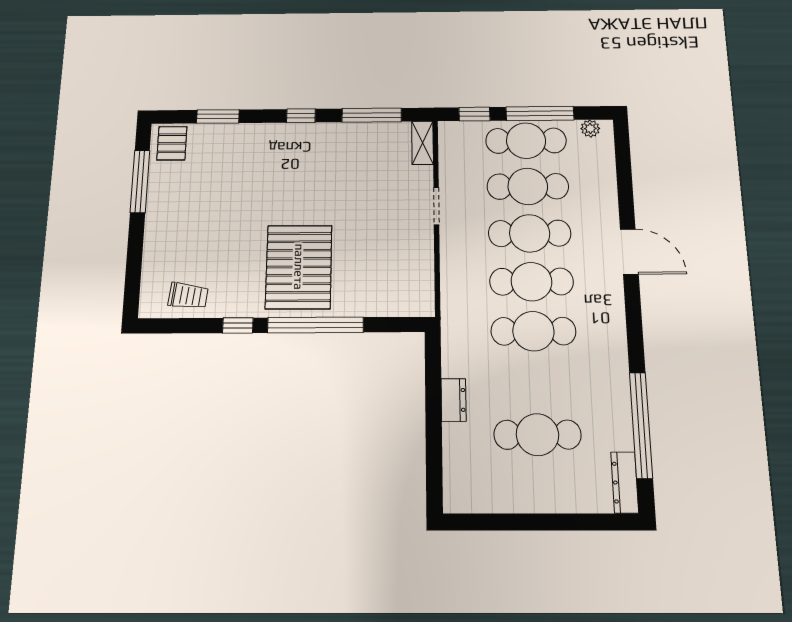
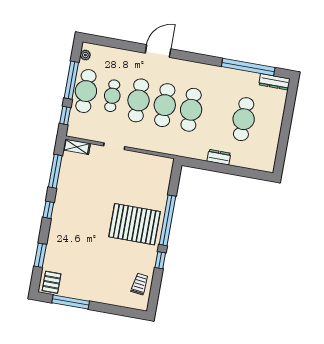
pallet: (172, 143) -> (52, 282), turned 90
cafe table: (528, 186) -> (112, 96), width x0.73, depth x0.74

